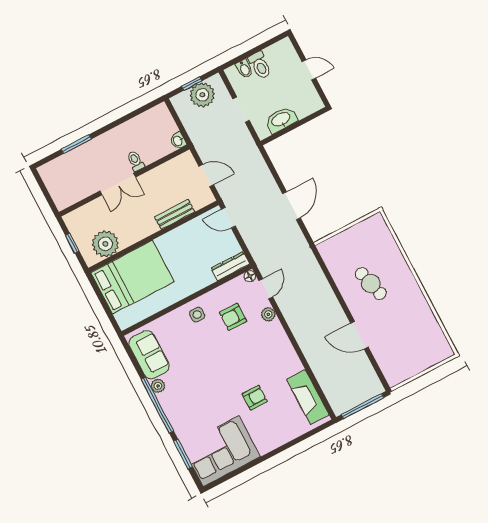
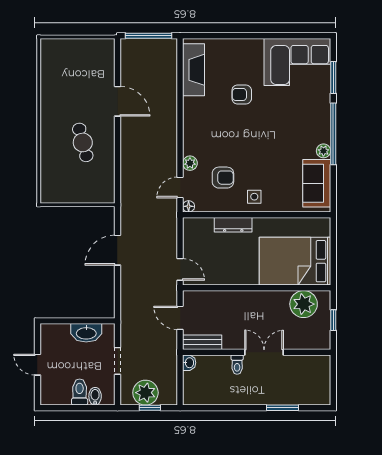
bench: (175, 214) -> (202, 342), moved
dresser: (230, 266) -> (233, 225), moved

